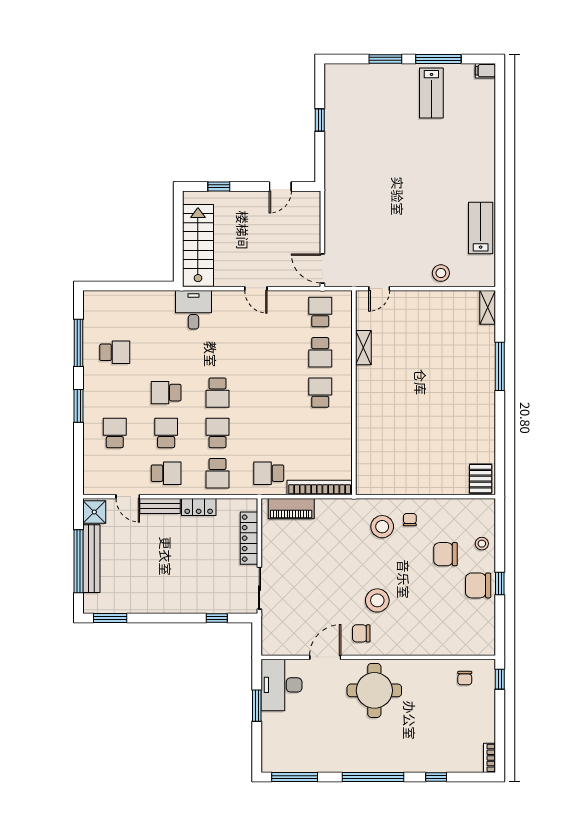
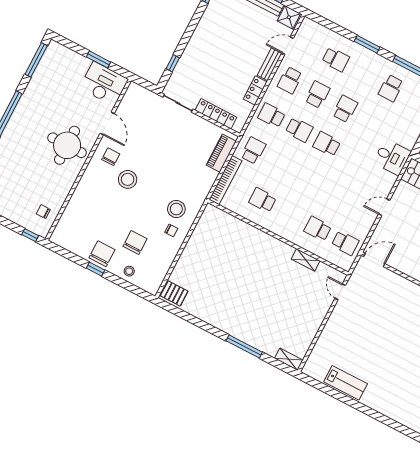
stool: (441, 273) -> (329, 340), removed
school desk: (320, 393) -> (263, 200), moved, turned 180
school desk: (166, 433) -> (317, 95), turned -90

